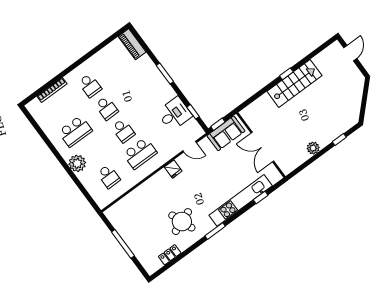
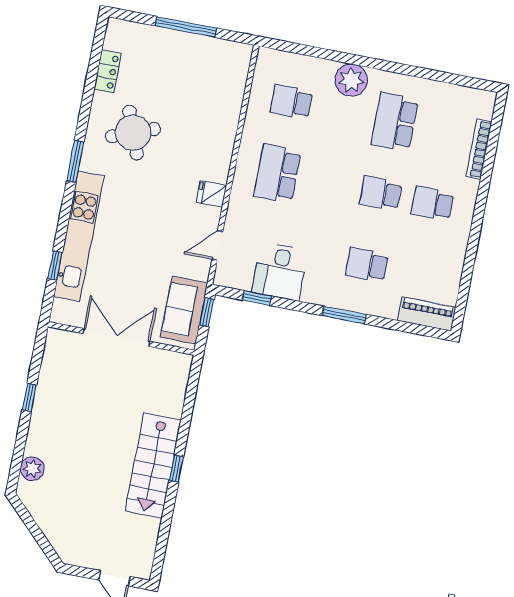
school desk: (123, 131) -> (367, 265), moved
window: (339, 140) -> (29, 397), moved
plant: (313, 148) -> (32, 469), moved

